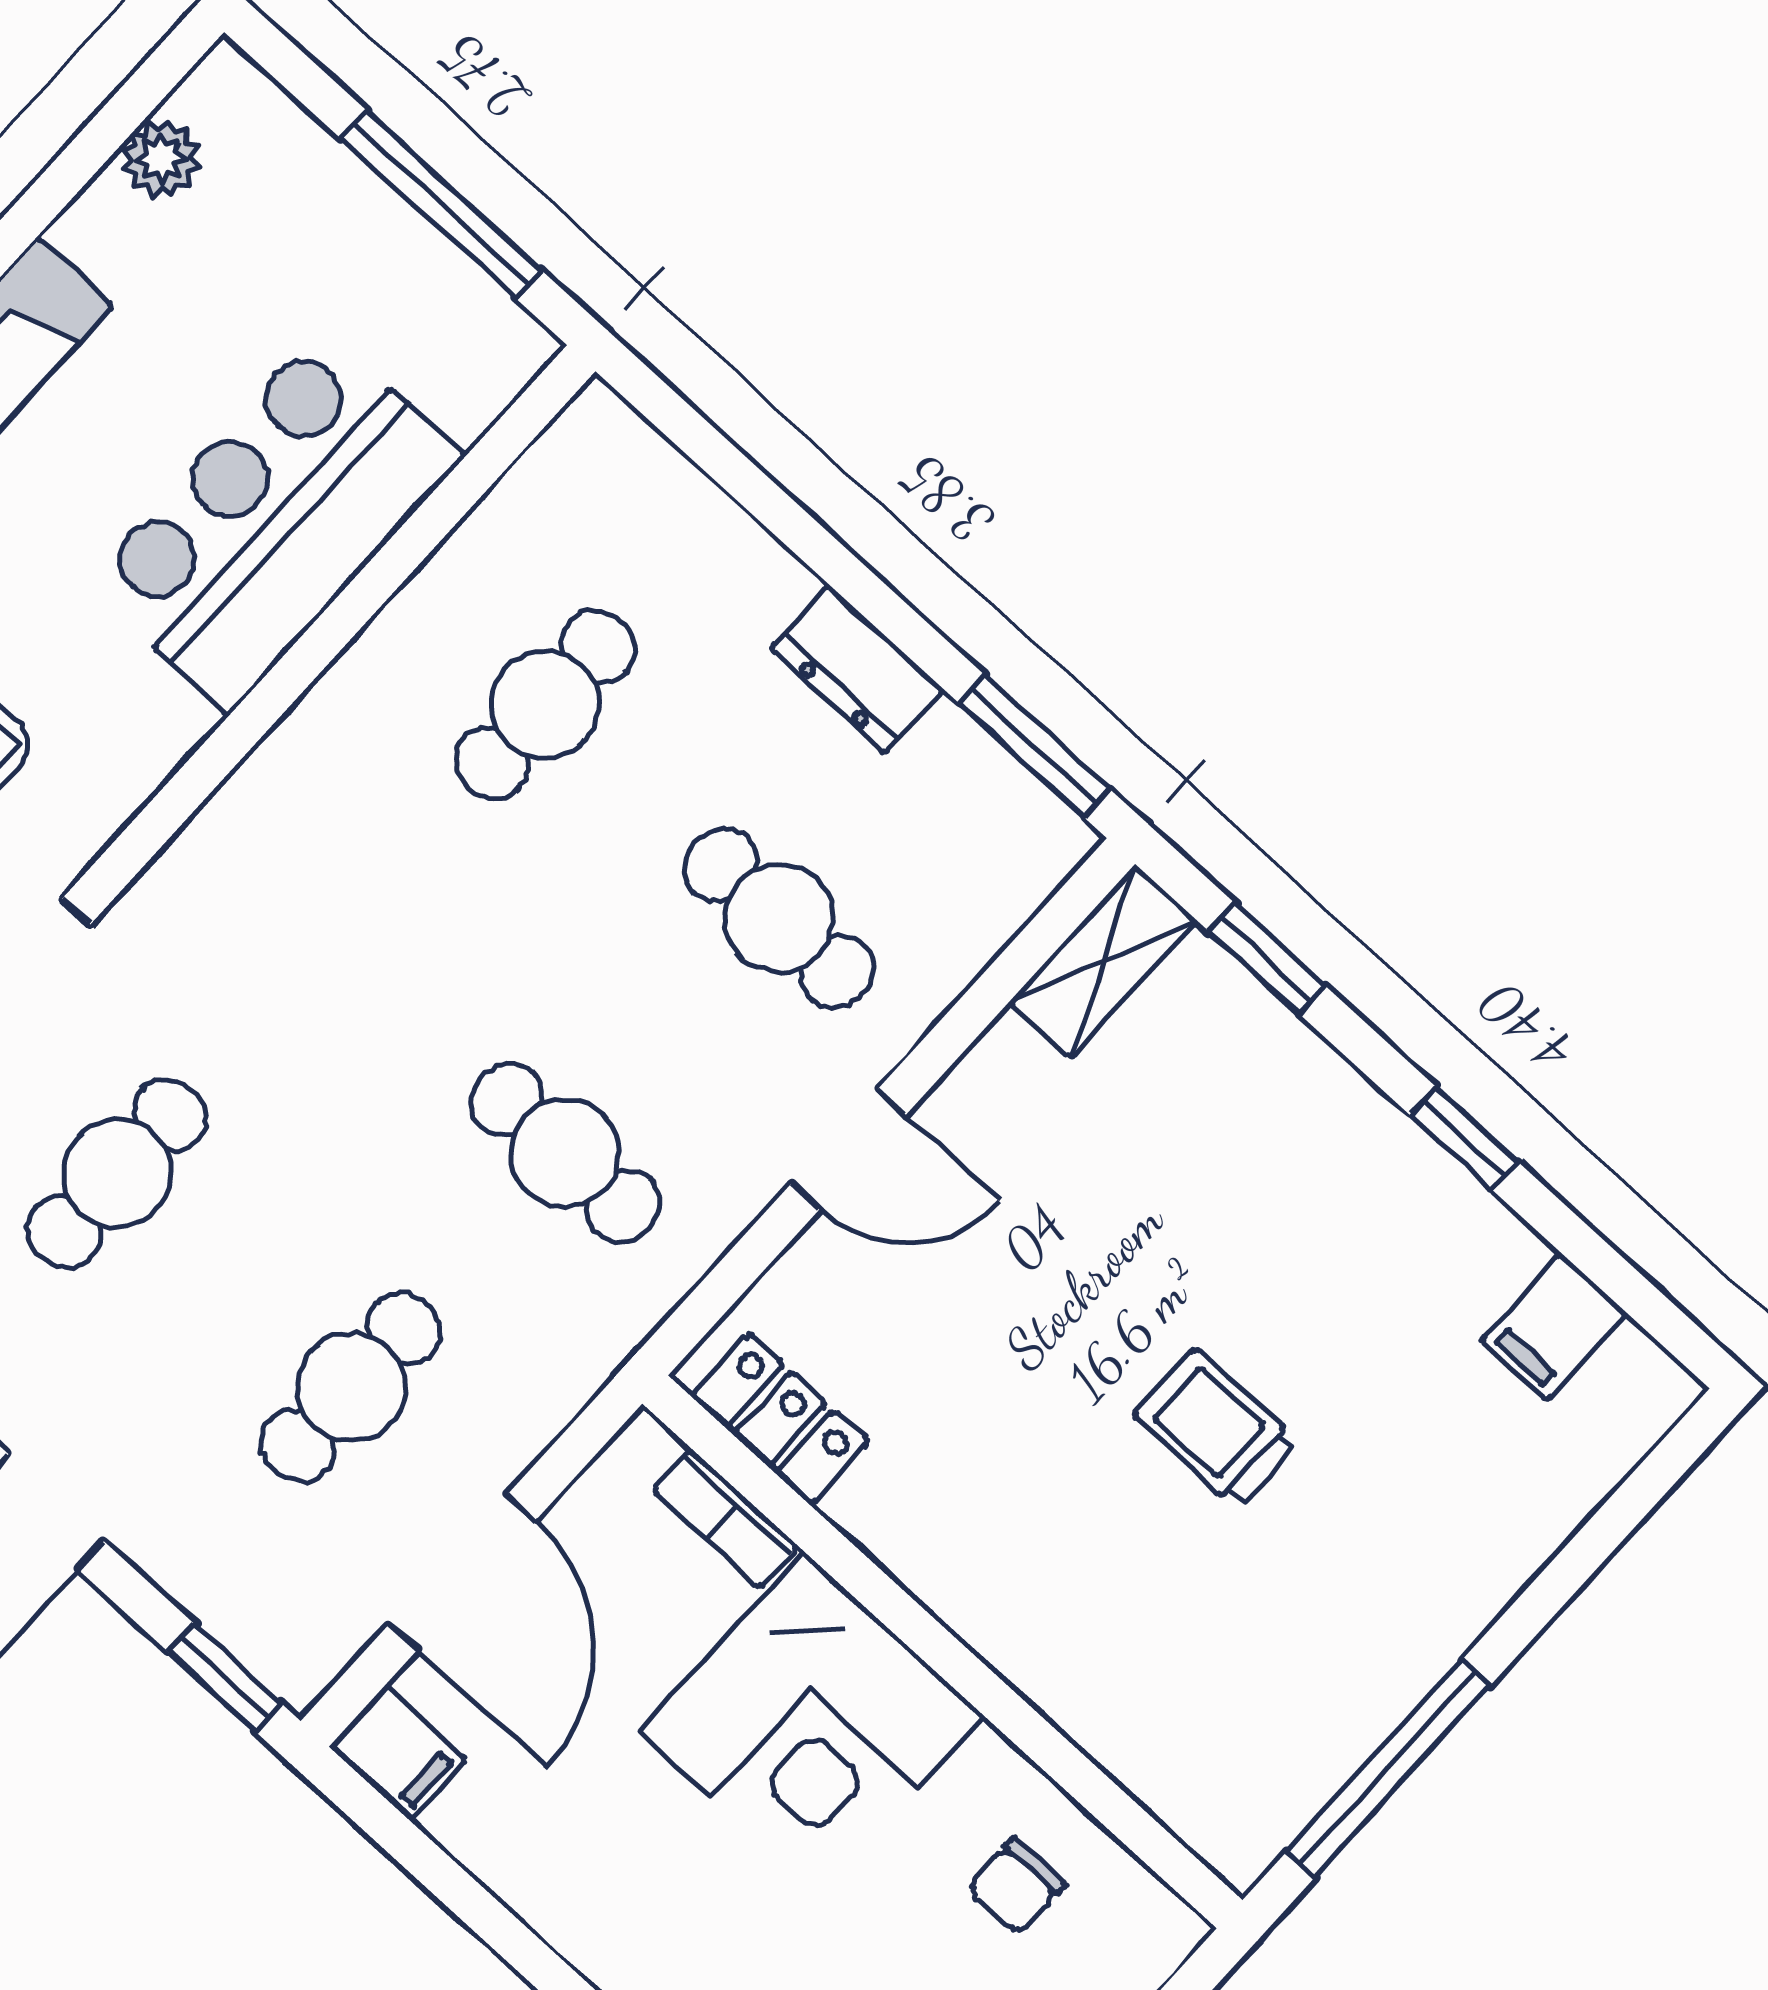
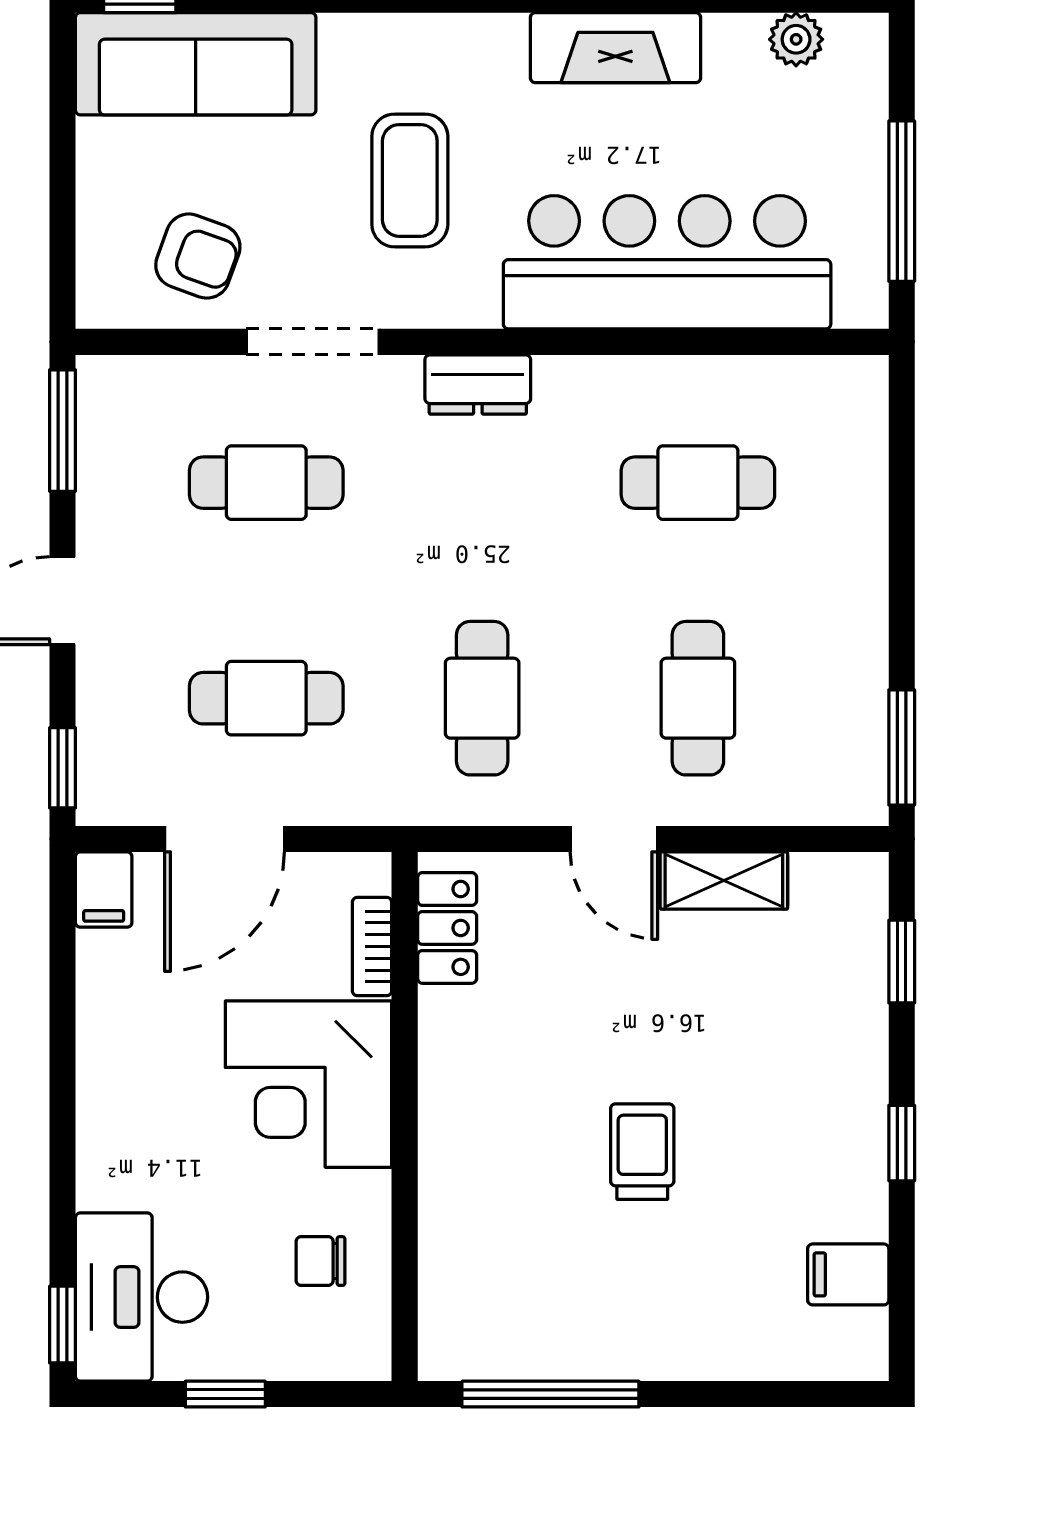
bar counter: (275, 520) -> (667, 262), width x1.36
dresser: (857, 669) -> (478, 385), moved, turned -90
shelving: (1103, 961) -> (724, 881), moved

